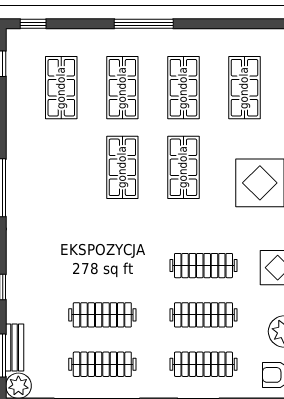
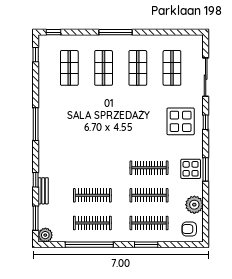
shop shelf: (122, 167) -> (104, 113), removed
shop shelf: (183, 167) -> (138, 113), removed
bench: (15, 348) -> (43, 191), moved

